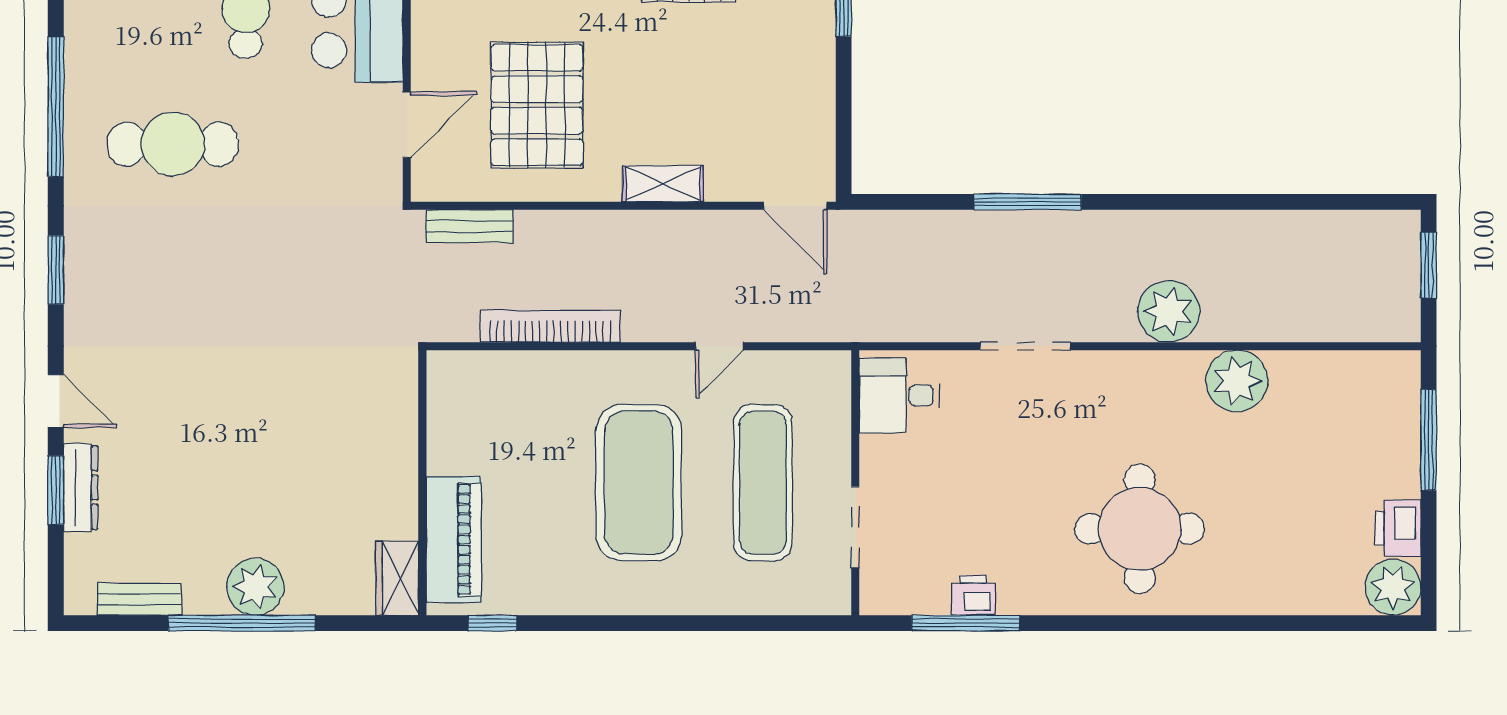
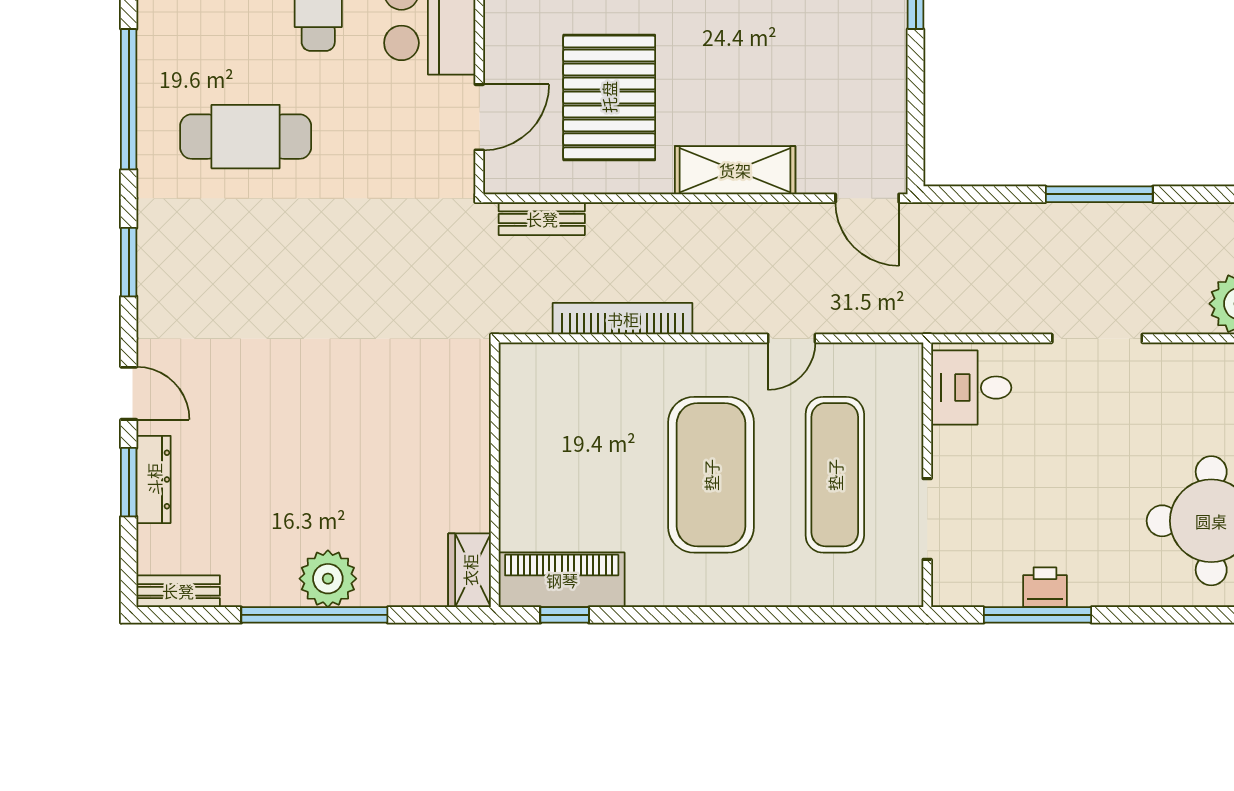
shelving: (663, 184) -> (735, 170), width x1.50, depth x1.33
piano: (454, 540) -> (562, 580), moved, turned -90
bench: (139, 599) -> (178, 591), moved

